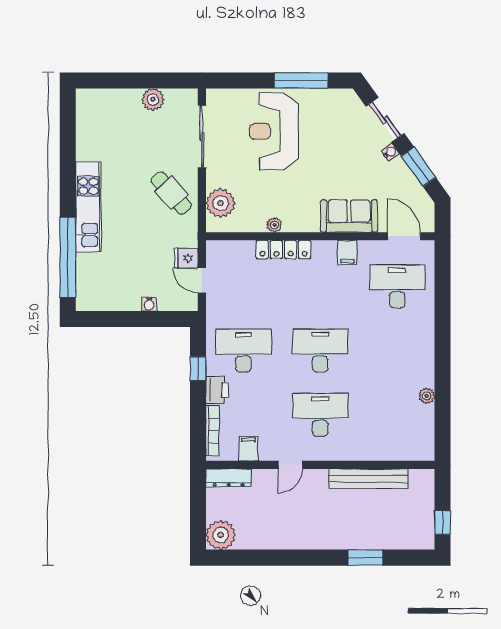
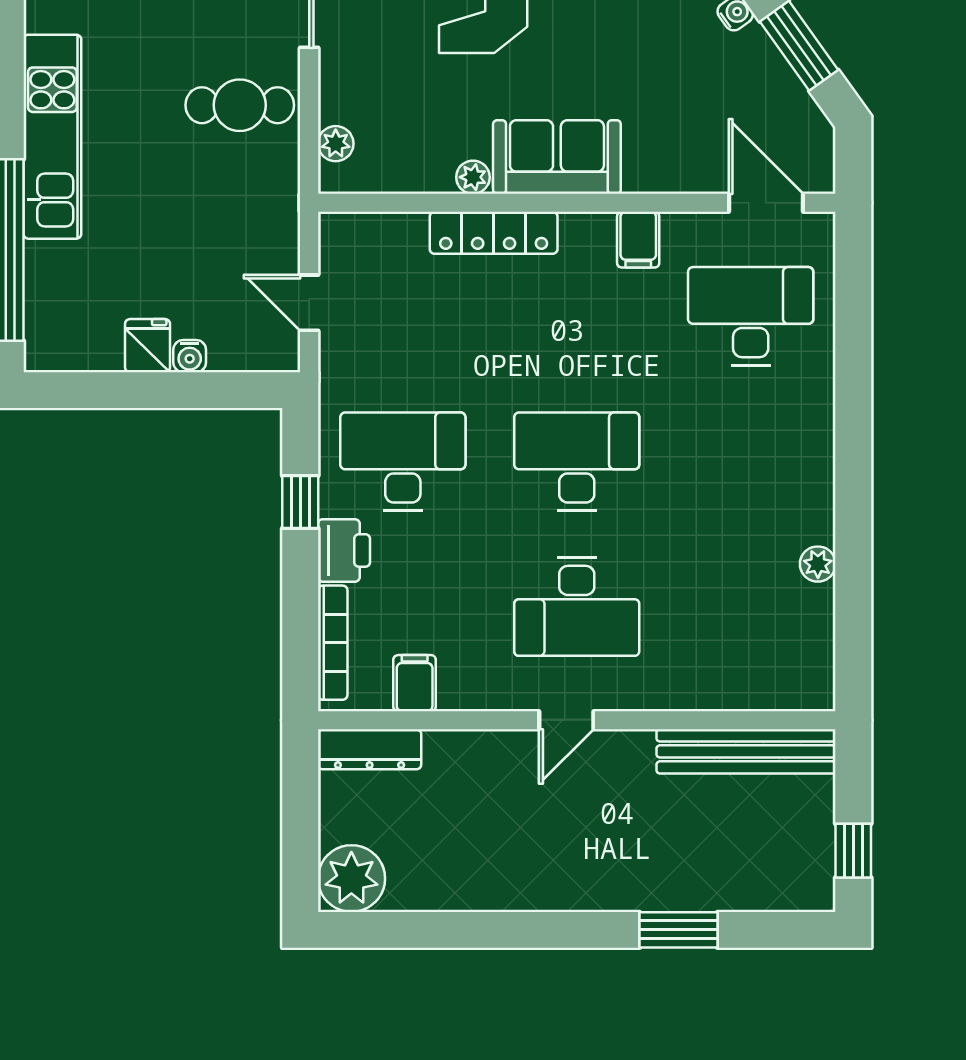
cafe table: (171, 193) -> (240, 105), turned -48
plant: (220, 203) -> (336, 144), width x0.53, depth x0.53
sofa: (349, 216) -> (557, 157), moved
fridge: (186, 258) -> (148, 346), moved, turned 90
desk: (320, 415) -> (577, 607), turned 180
door: (290, 465) -> (566, 720), moved
bench: (368, 479) -> (746, 751), moved

